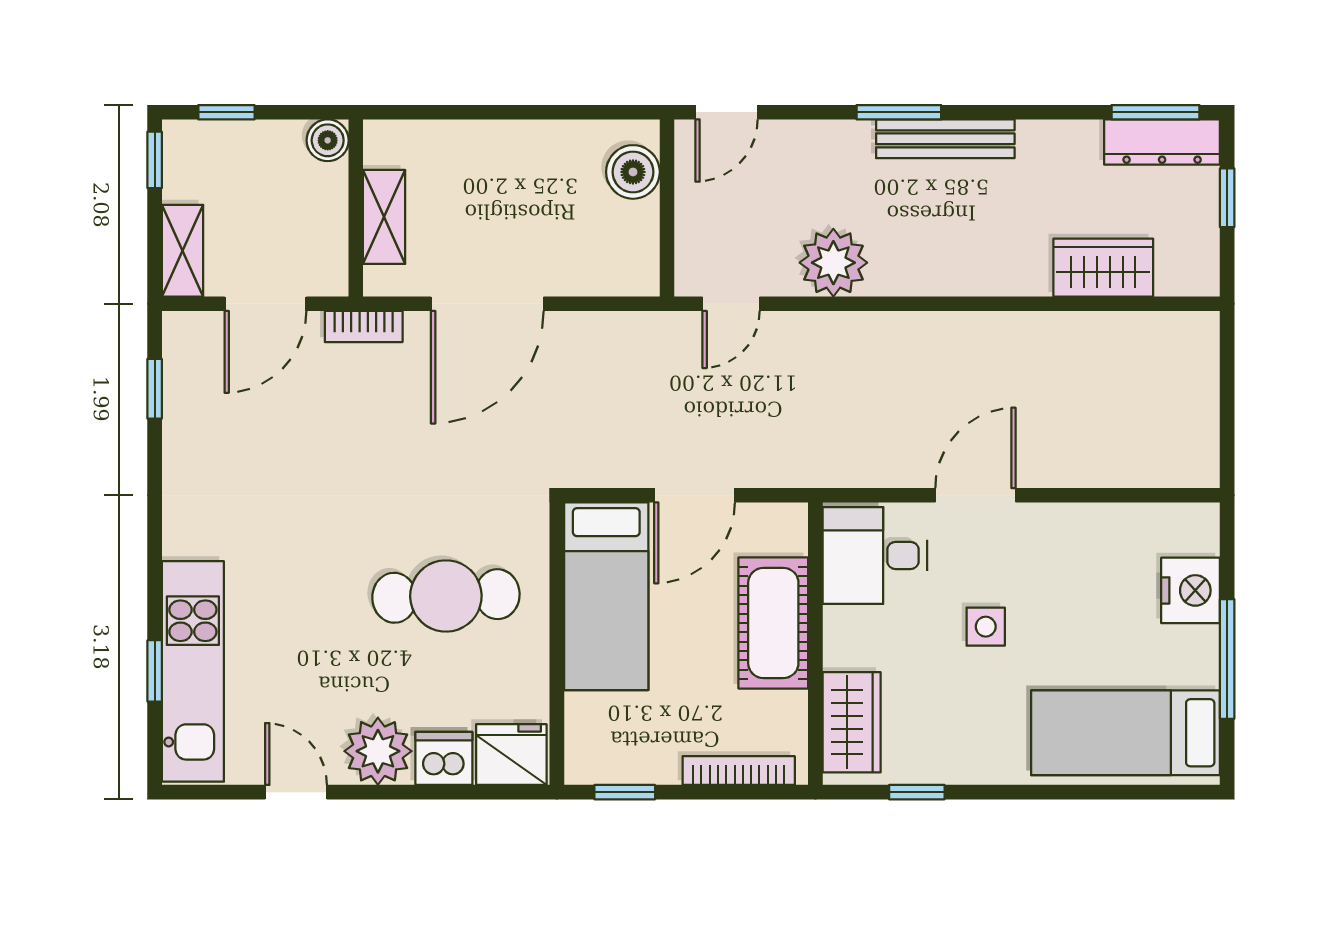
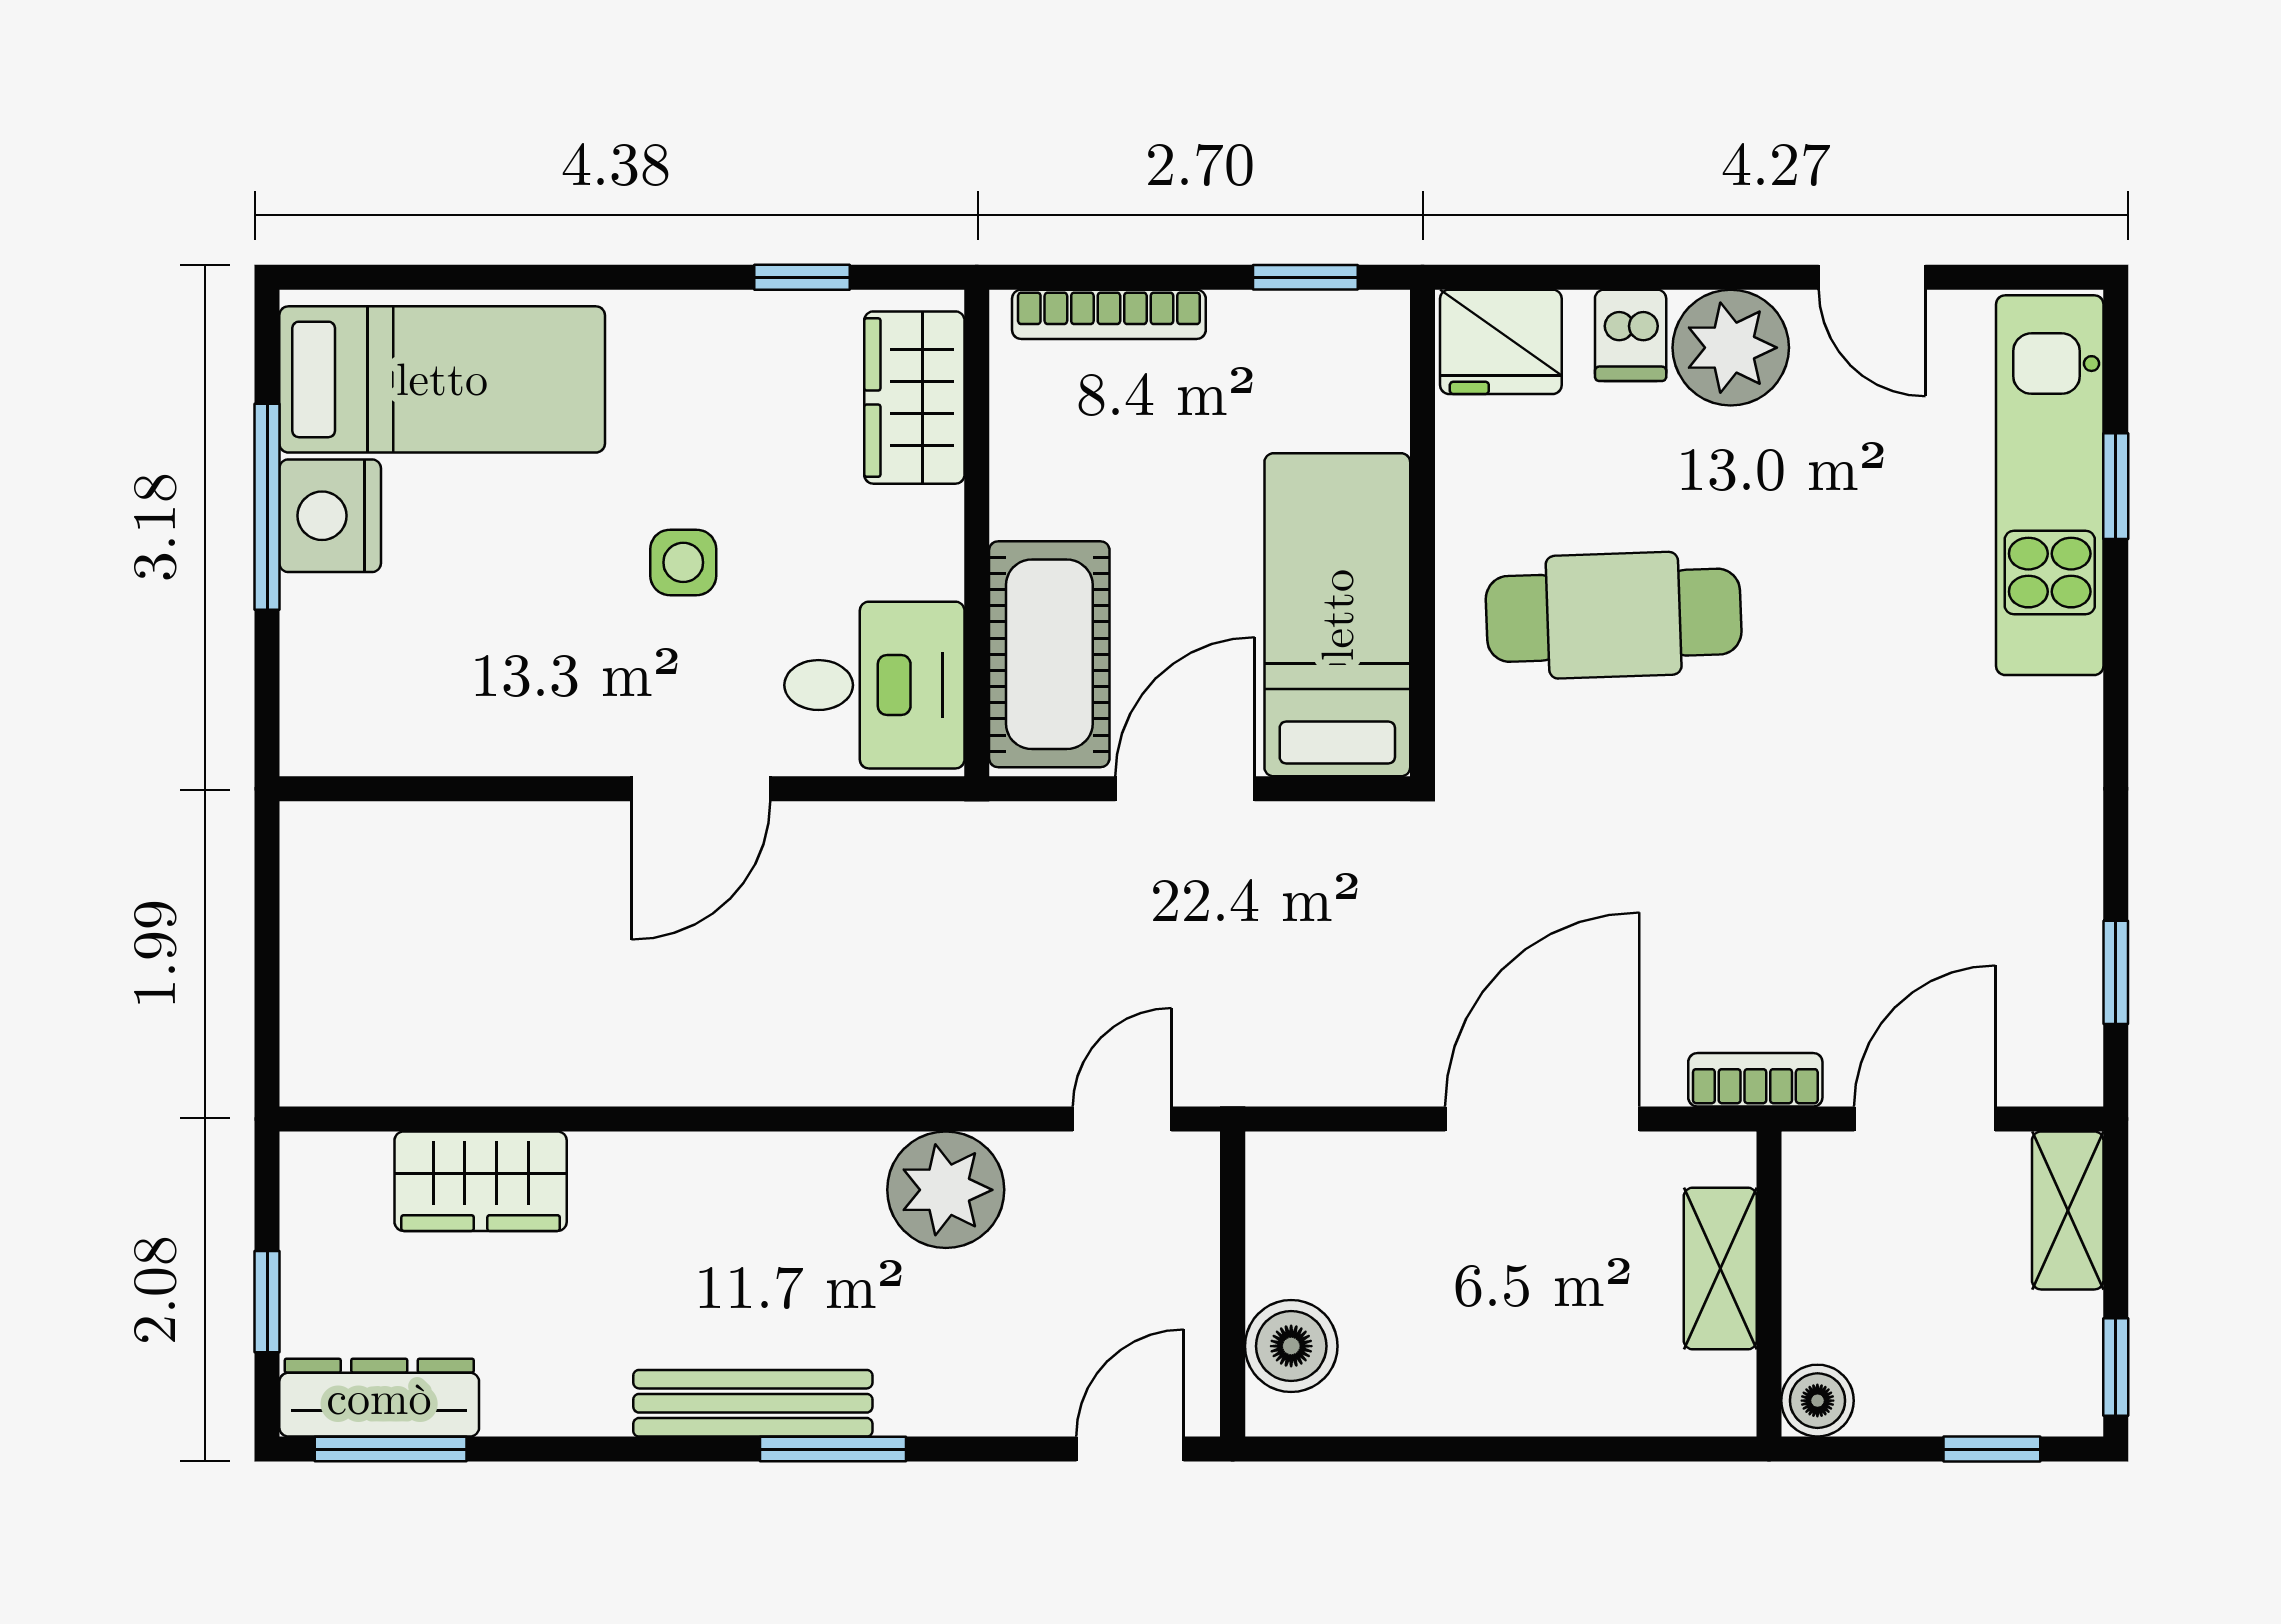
nightstand: (1191, 590) -> (330, 516), moved
cot: (773, 623) -> (1049, 654), moved
dishwasher: (444, 758) -> (1631, 335), width x0.73

